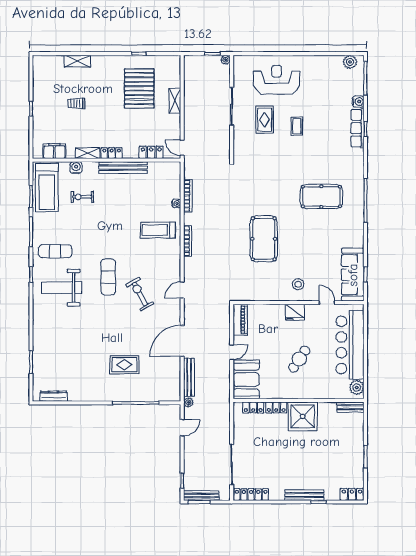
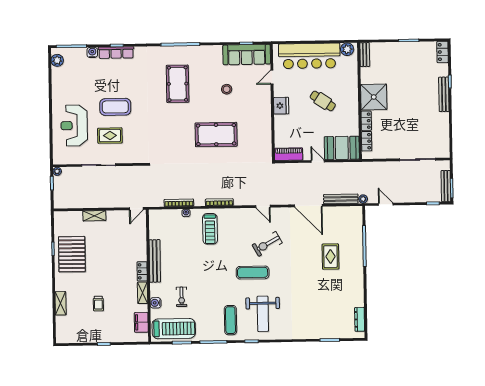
pallet: (139, 88) -> (72, 254), moved, turned 90
coffee table: (297, 126) -> (115, 107), width x1.86, depth x1.72
locker: (151, 152) -> (141, 236), removed
stool: (298, 284) -> (227, 89), moved
locker: (251, 495) -> (444, 142), removed

